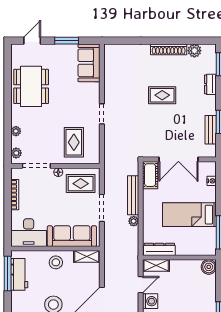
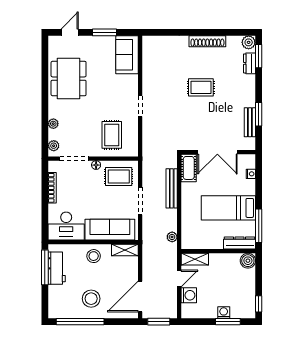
plant: (194, 51) -> (249, 42), moved
dresser: (210, 84) -> (250, 63), moved
plant: (134, 221) -> (172, 237), moved
dresser: (159, 249) -> (240, 243), moved

